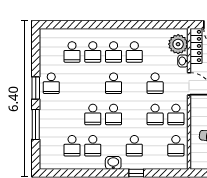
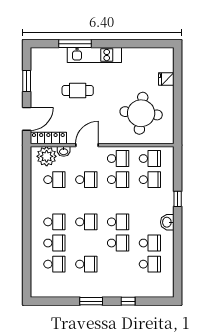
school desk: (134, 52) -> (54, 180), moved
school desk: (51, 83) -> (86, 264), moved
window: (36, 124) -> (128, 301), width x0.46
school desk: (134, 146) -> (150, 180), moved

